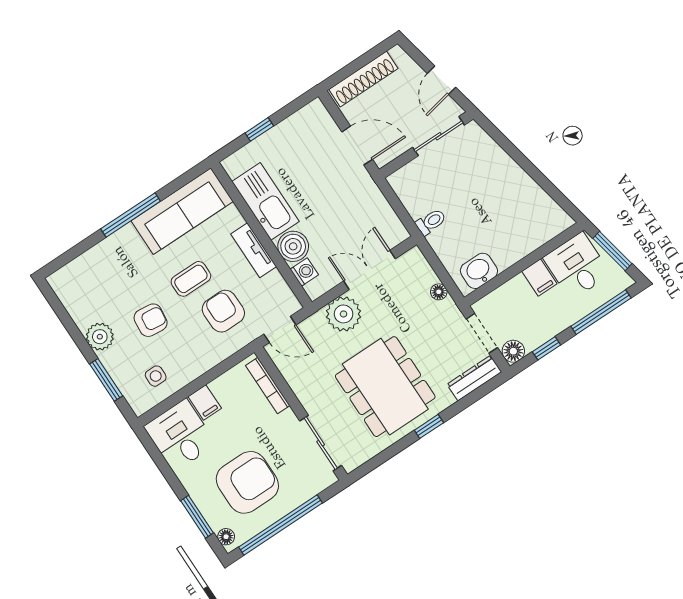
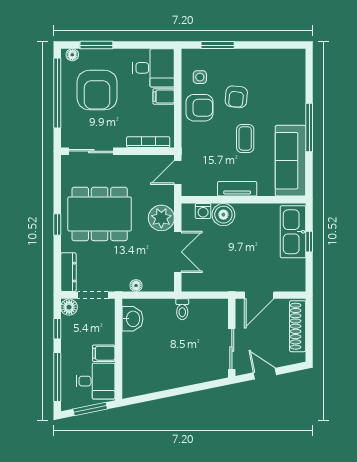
kitchen sink: (265, 201) -> (293, 232), moved, turned 90
armchair: (223, 311) -> (200, 108), moved
plant: (100, 337) -> (247, 59), removed

